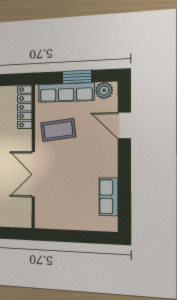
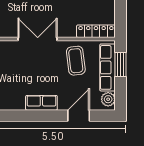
window: (77, 77) -> (120, 64), moved
row of seats: (108, 197) -> (41, 103), moved

